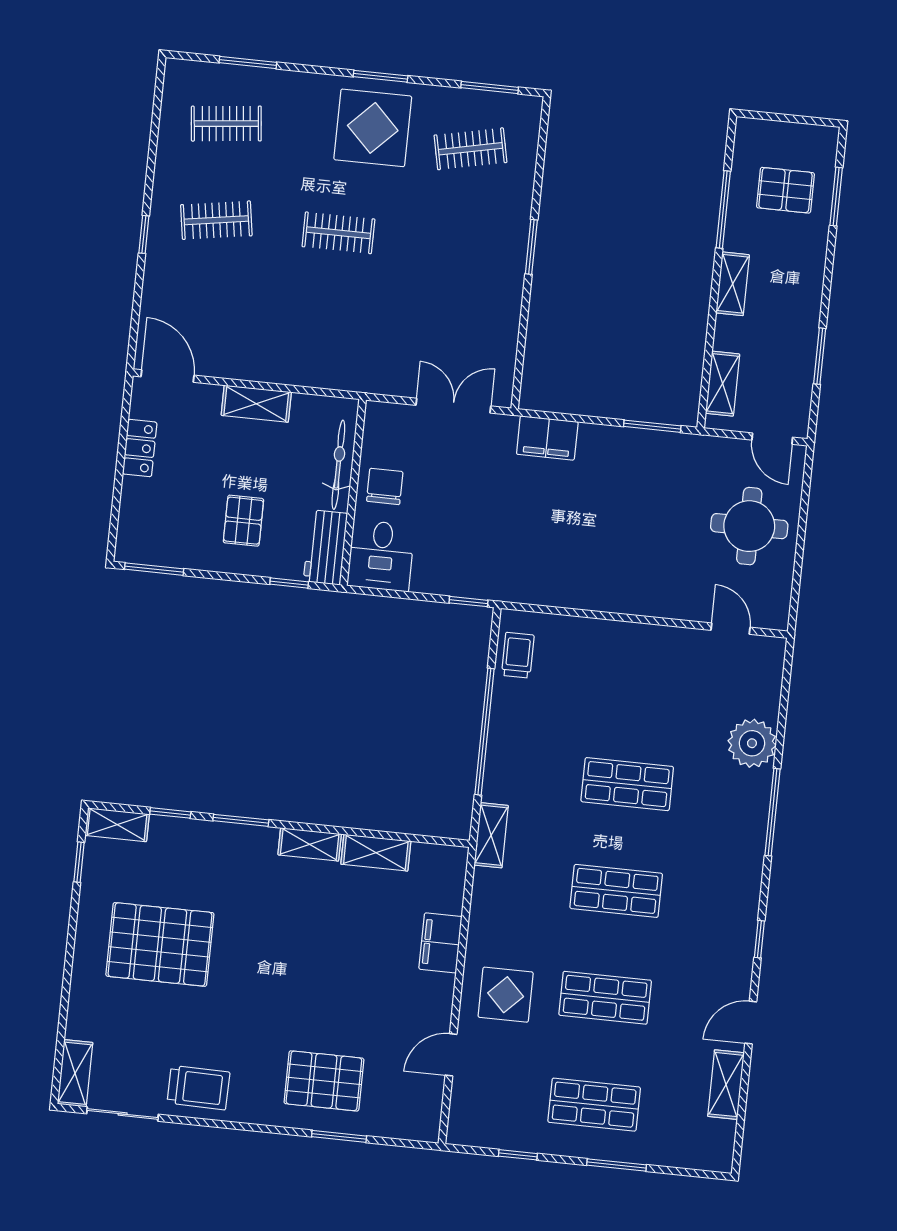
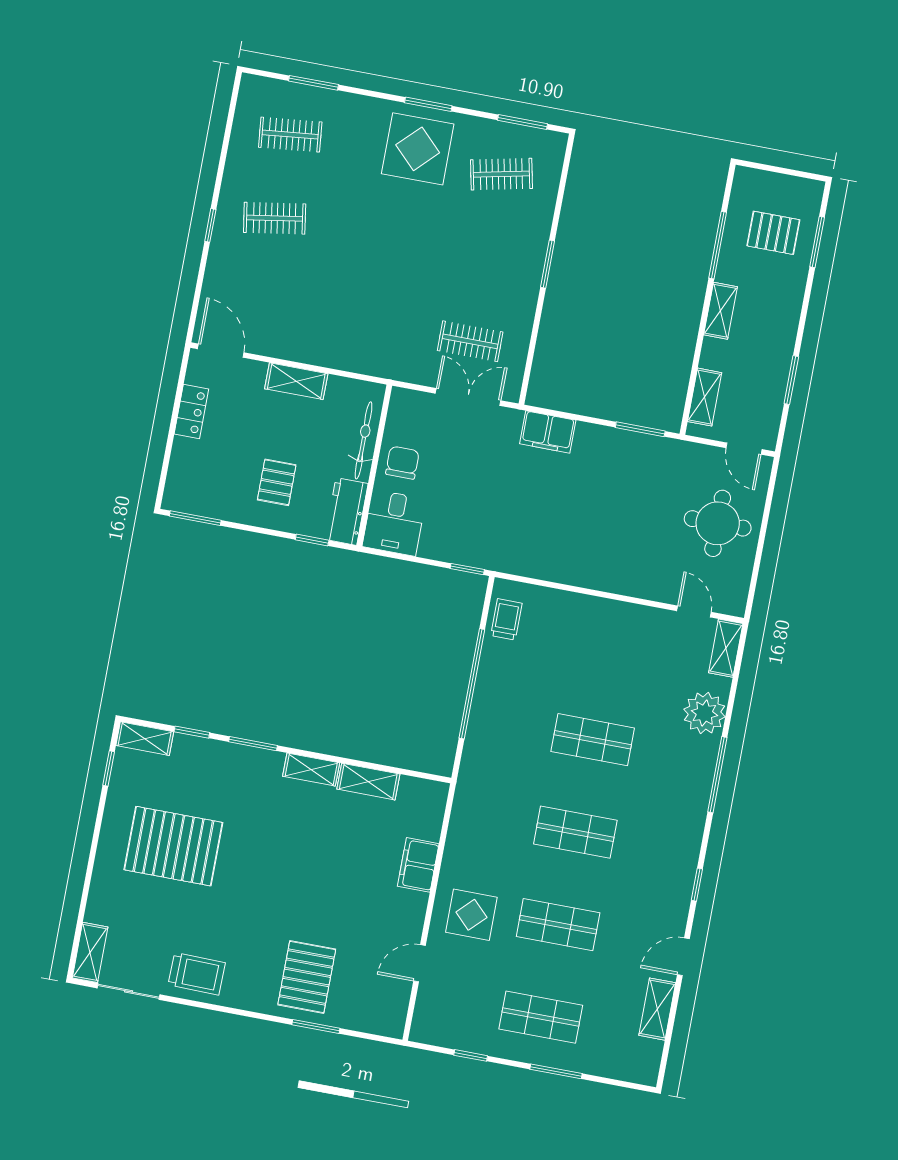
clothes rail: (338, 233) -> (470, 341), moved
shelving: (491, 835) -> (726, 648), moved
pallet: (324, 1081) -> (307, 977), turned 90

